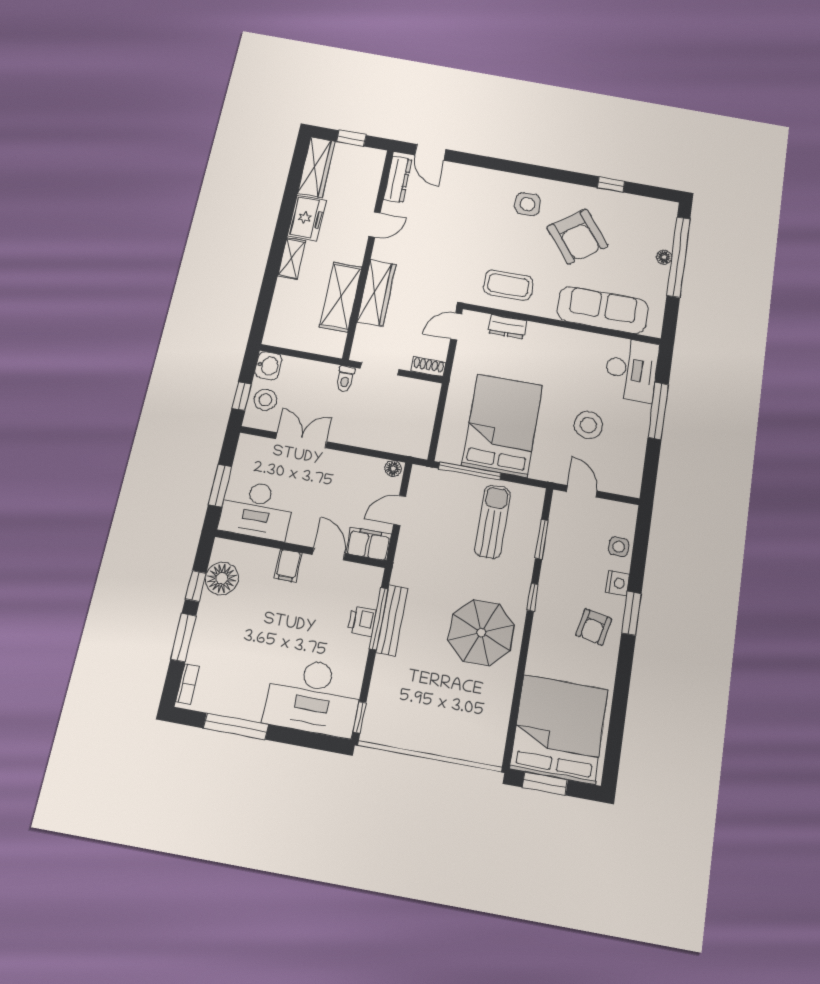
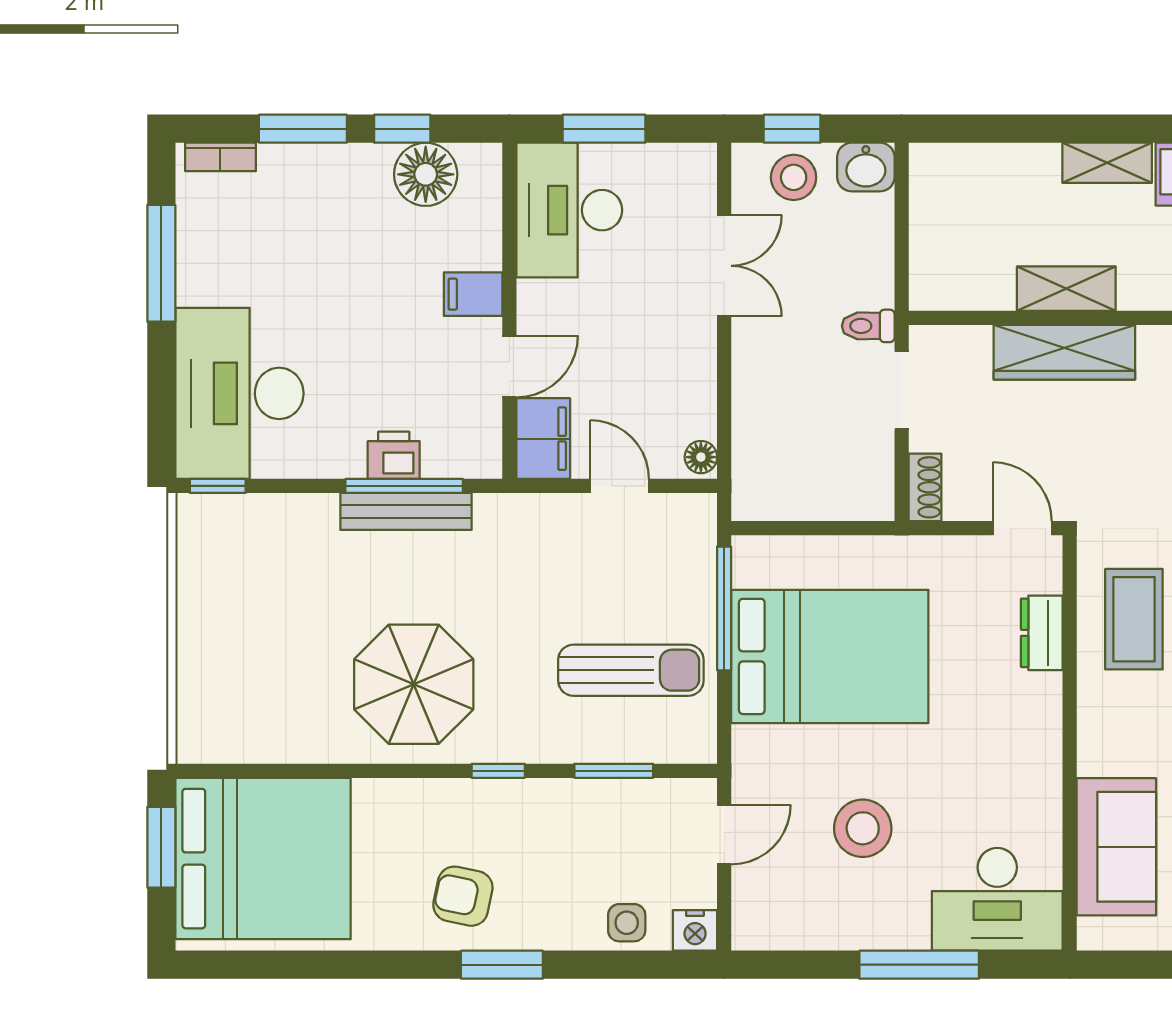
shelving: (341, 297) -> (1066, 289), width x0.67, depth x0.75
sofa: (603, 310) -> (1116, 847), width x0.73
nightstand: (618, 583) -> (695, 930), moved

